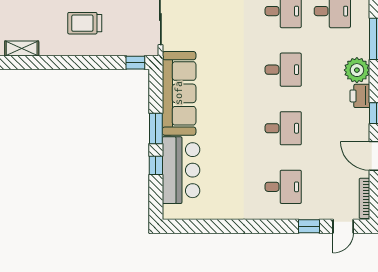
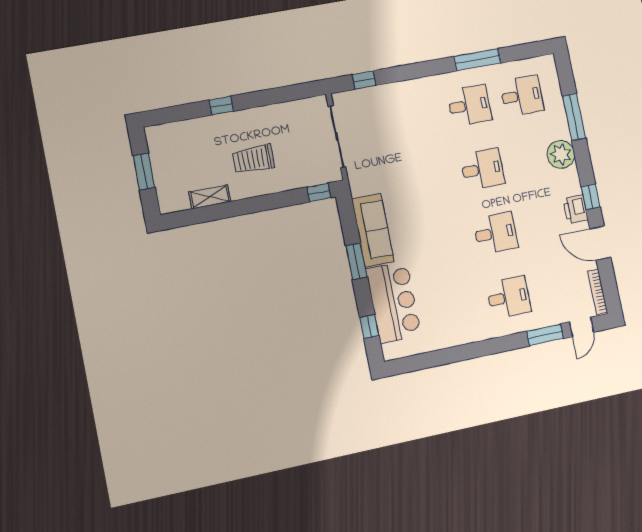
shelving: (22, 49) -> (210, 197), moved
sofa: (179, 93) -> (373, 230), width x0.74, depth x0.79
printer: (360, 96) -> (575, 209), moved
window: (156, 165) -> (369, 327), moved
window: (309, 226) -> (545, 335), width x1.50

